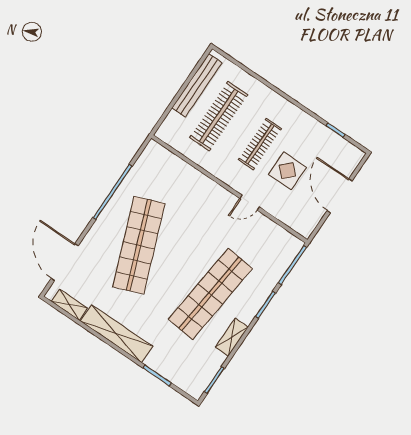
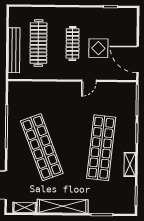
bench: (197, 85) -> (14, 50), moved
door: (340, 196) -> (138, 59), moved

